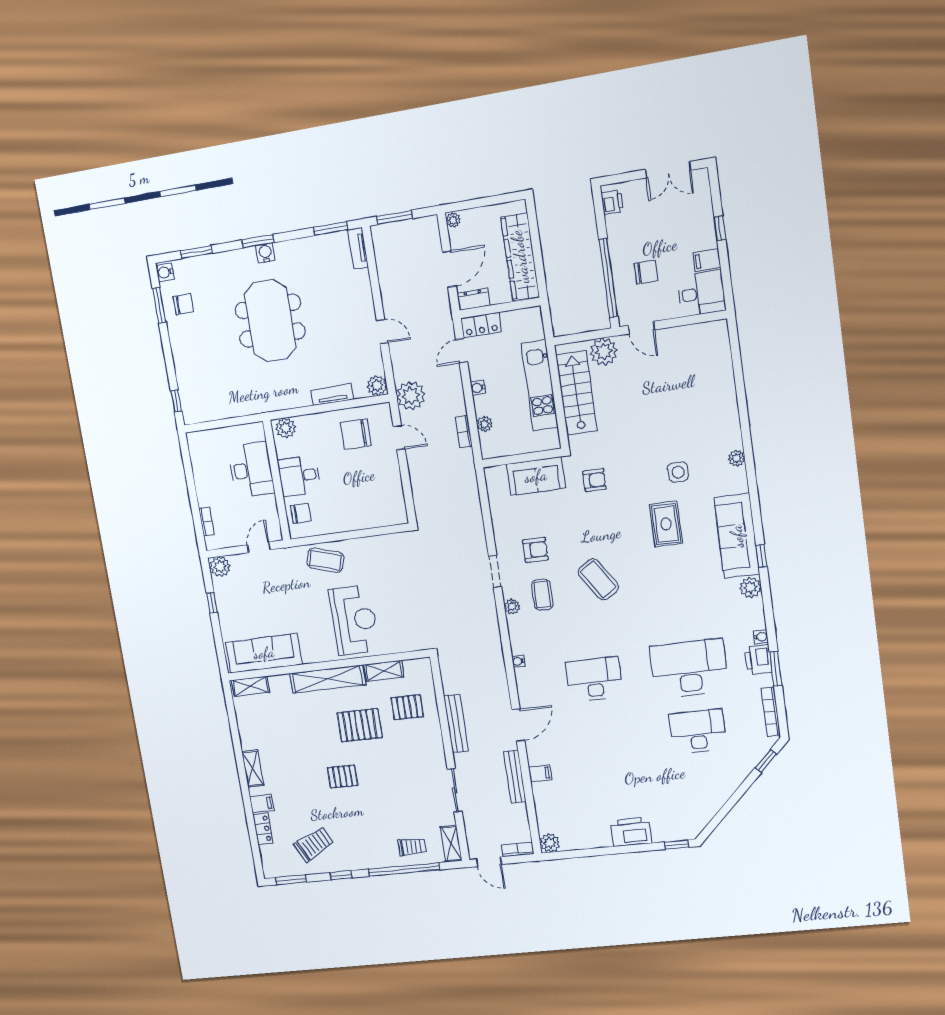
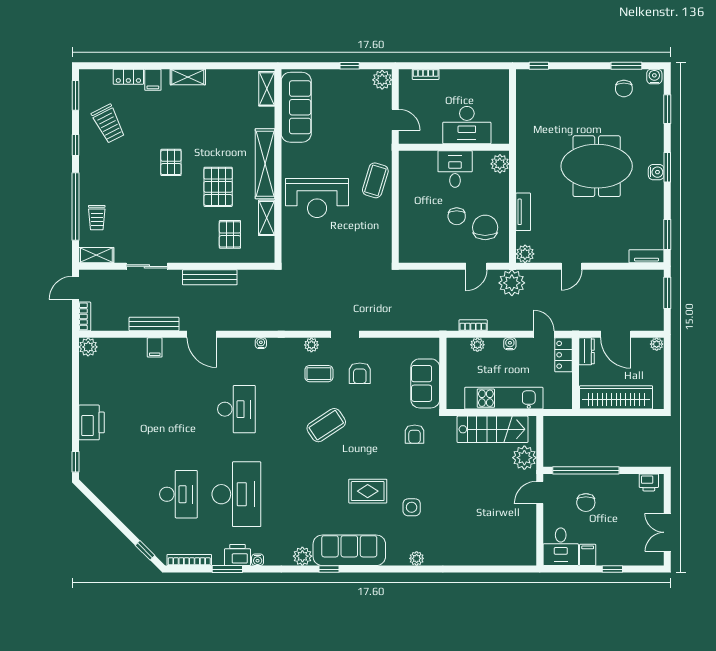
chair: (301, 514) -> (457, 216), moved

